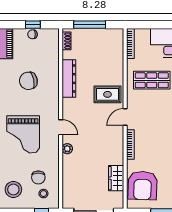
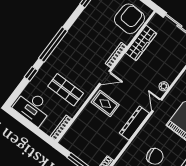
dresser: (69, 79) -> (134, 123), moved
wardrobe: (116, 178) -> (141, 43), width x1.50

